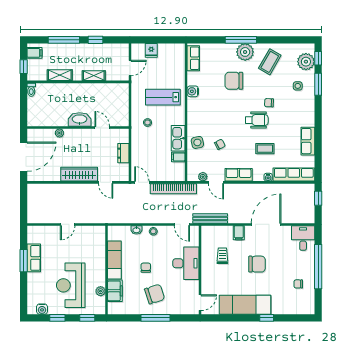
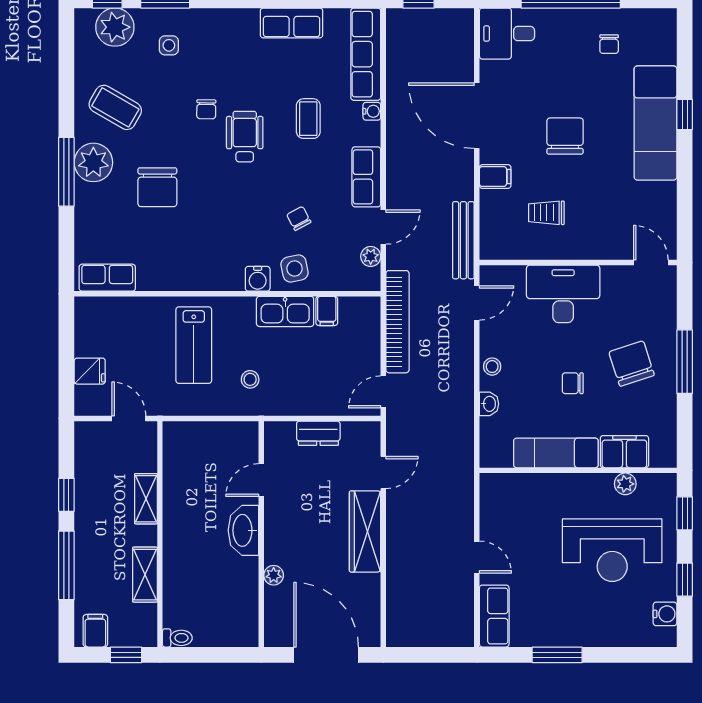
water cooler: (193, 91) -> (258, 279), moved
row of seats: (34, 258) -> (494, 616), moved, turned 90
exam couch: (245, 305) -> (655, 123), moved

